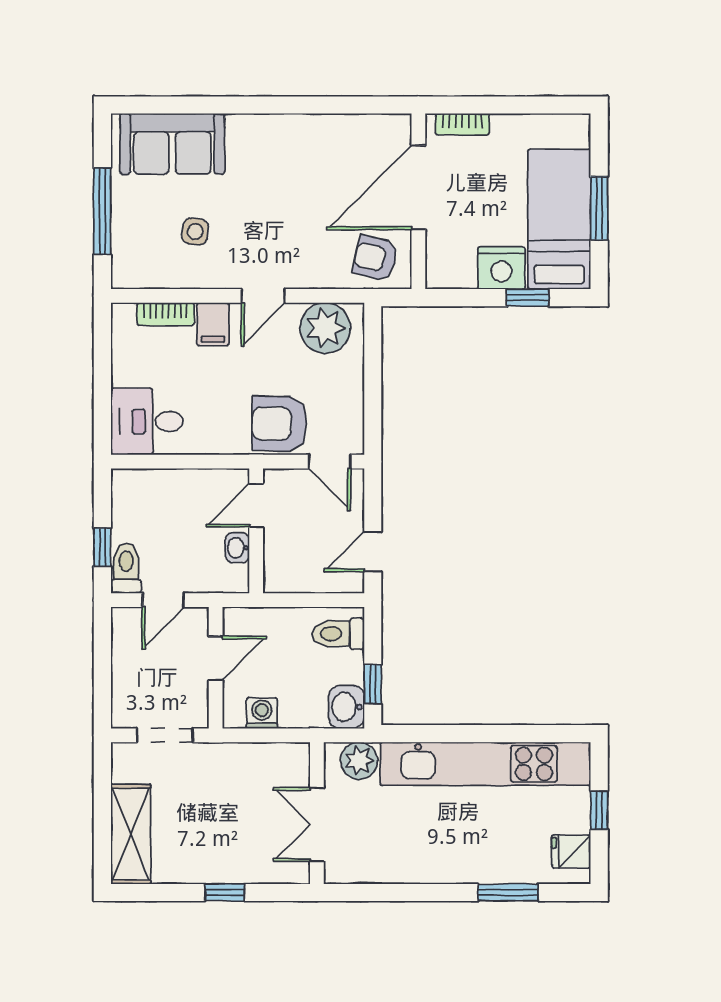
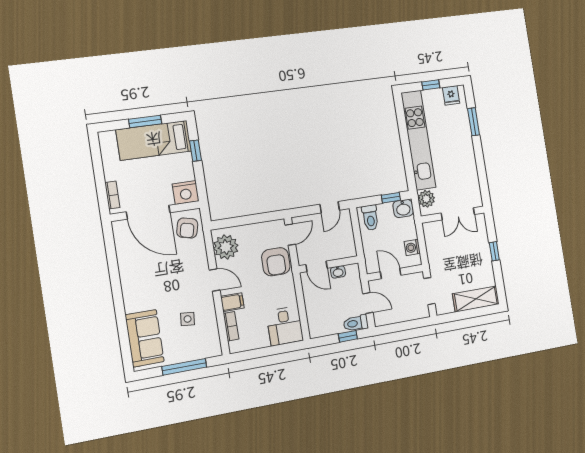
nightstand: (501, 268) -> (186, 193), moved, turned 90
door: (373, 552) -> (330, 207), hinge flipped

